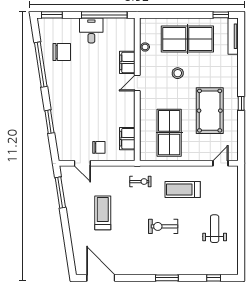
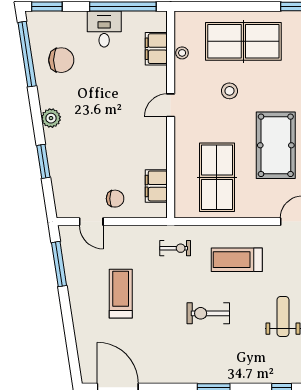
filing cabinet: (127, 62) -> (156, 49), moved
window: (41, 65) -> (27, 54), moved
plant: (55, 92) -> (51, 118), added

